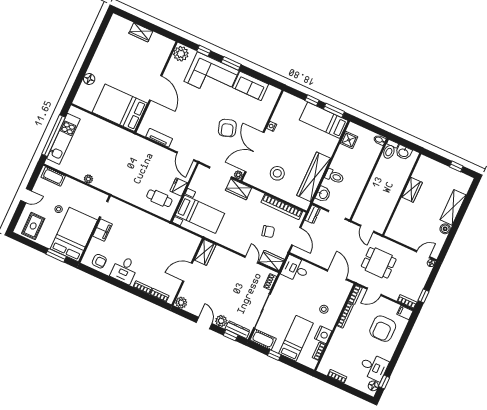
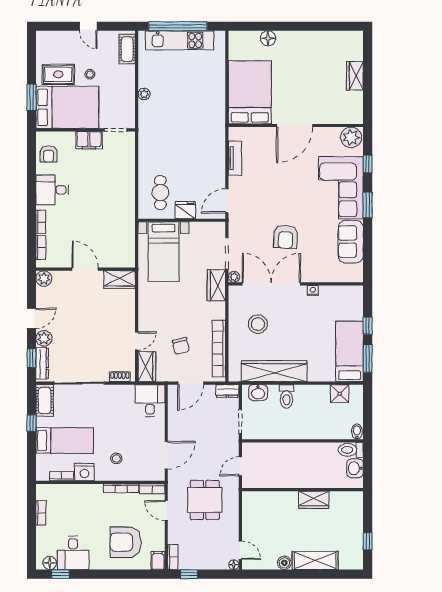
armchair: (227, 128) -> (286, 237), turned -69
rug: (33, 226) -> (58, 74), moved

